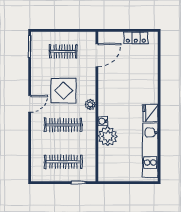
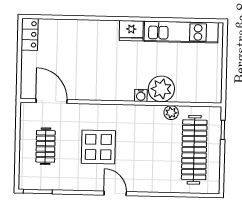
locker: (136, 38) -> (30, 34), moved
plant: (90, 105) -> (171, 113), moved
clothes rail: (63, 125) -> (145, 149), removed
clothes rail: (63, 162) -> (194, 150), width x1.37, depth x1.31

